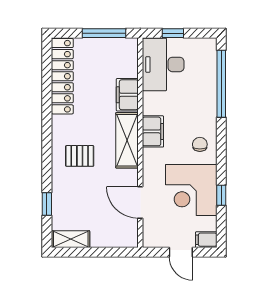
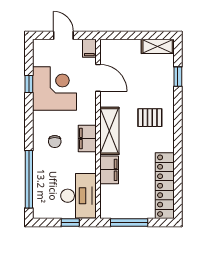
chair: (200, 144) -> (55, 142), moved
filing cabinet: (206, 240) -> (89, 48), moved, turned 90

